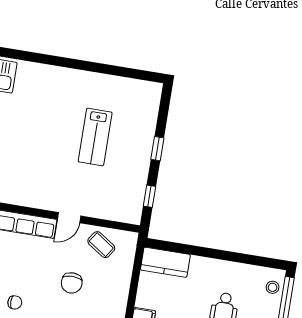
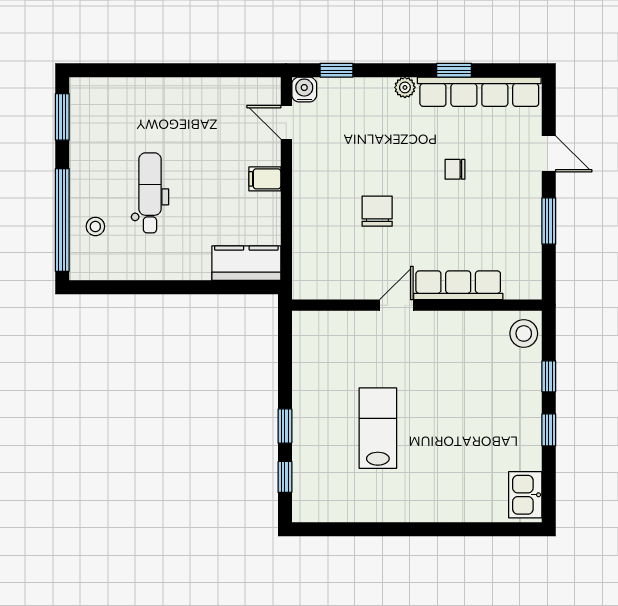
window: (149, 196) -> (285, 477), moved
coffee table: (101, 245) -> (343, 274), removed
stool: (273, 287) -> (95, 226), moved

